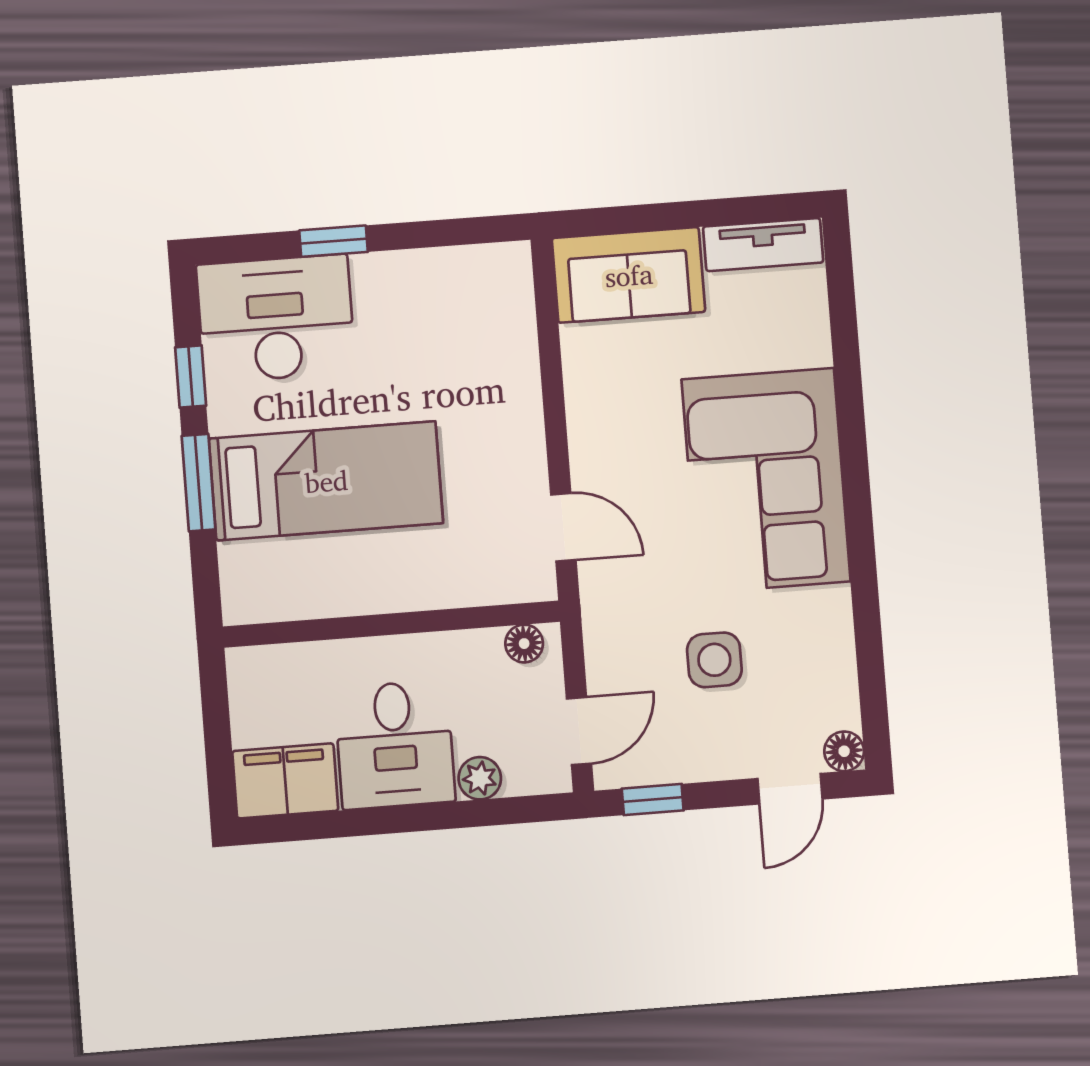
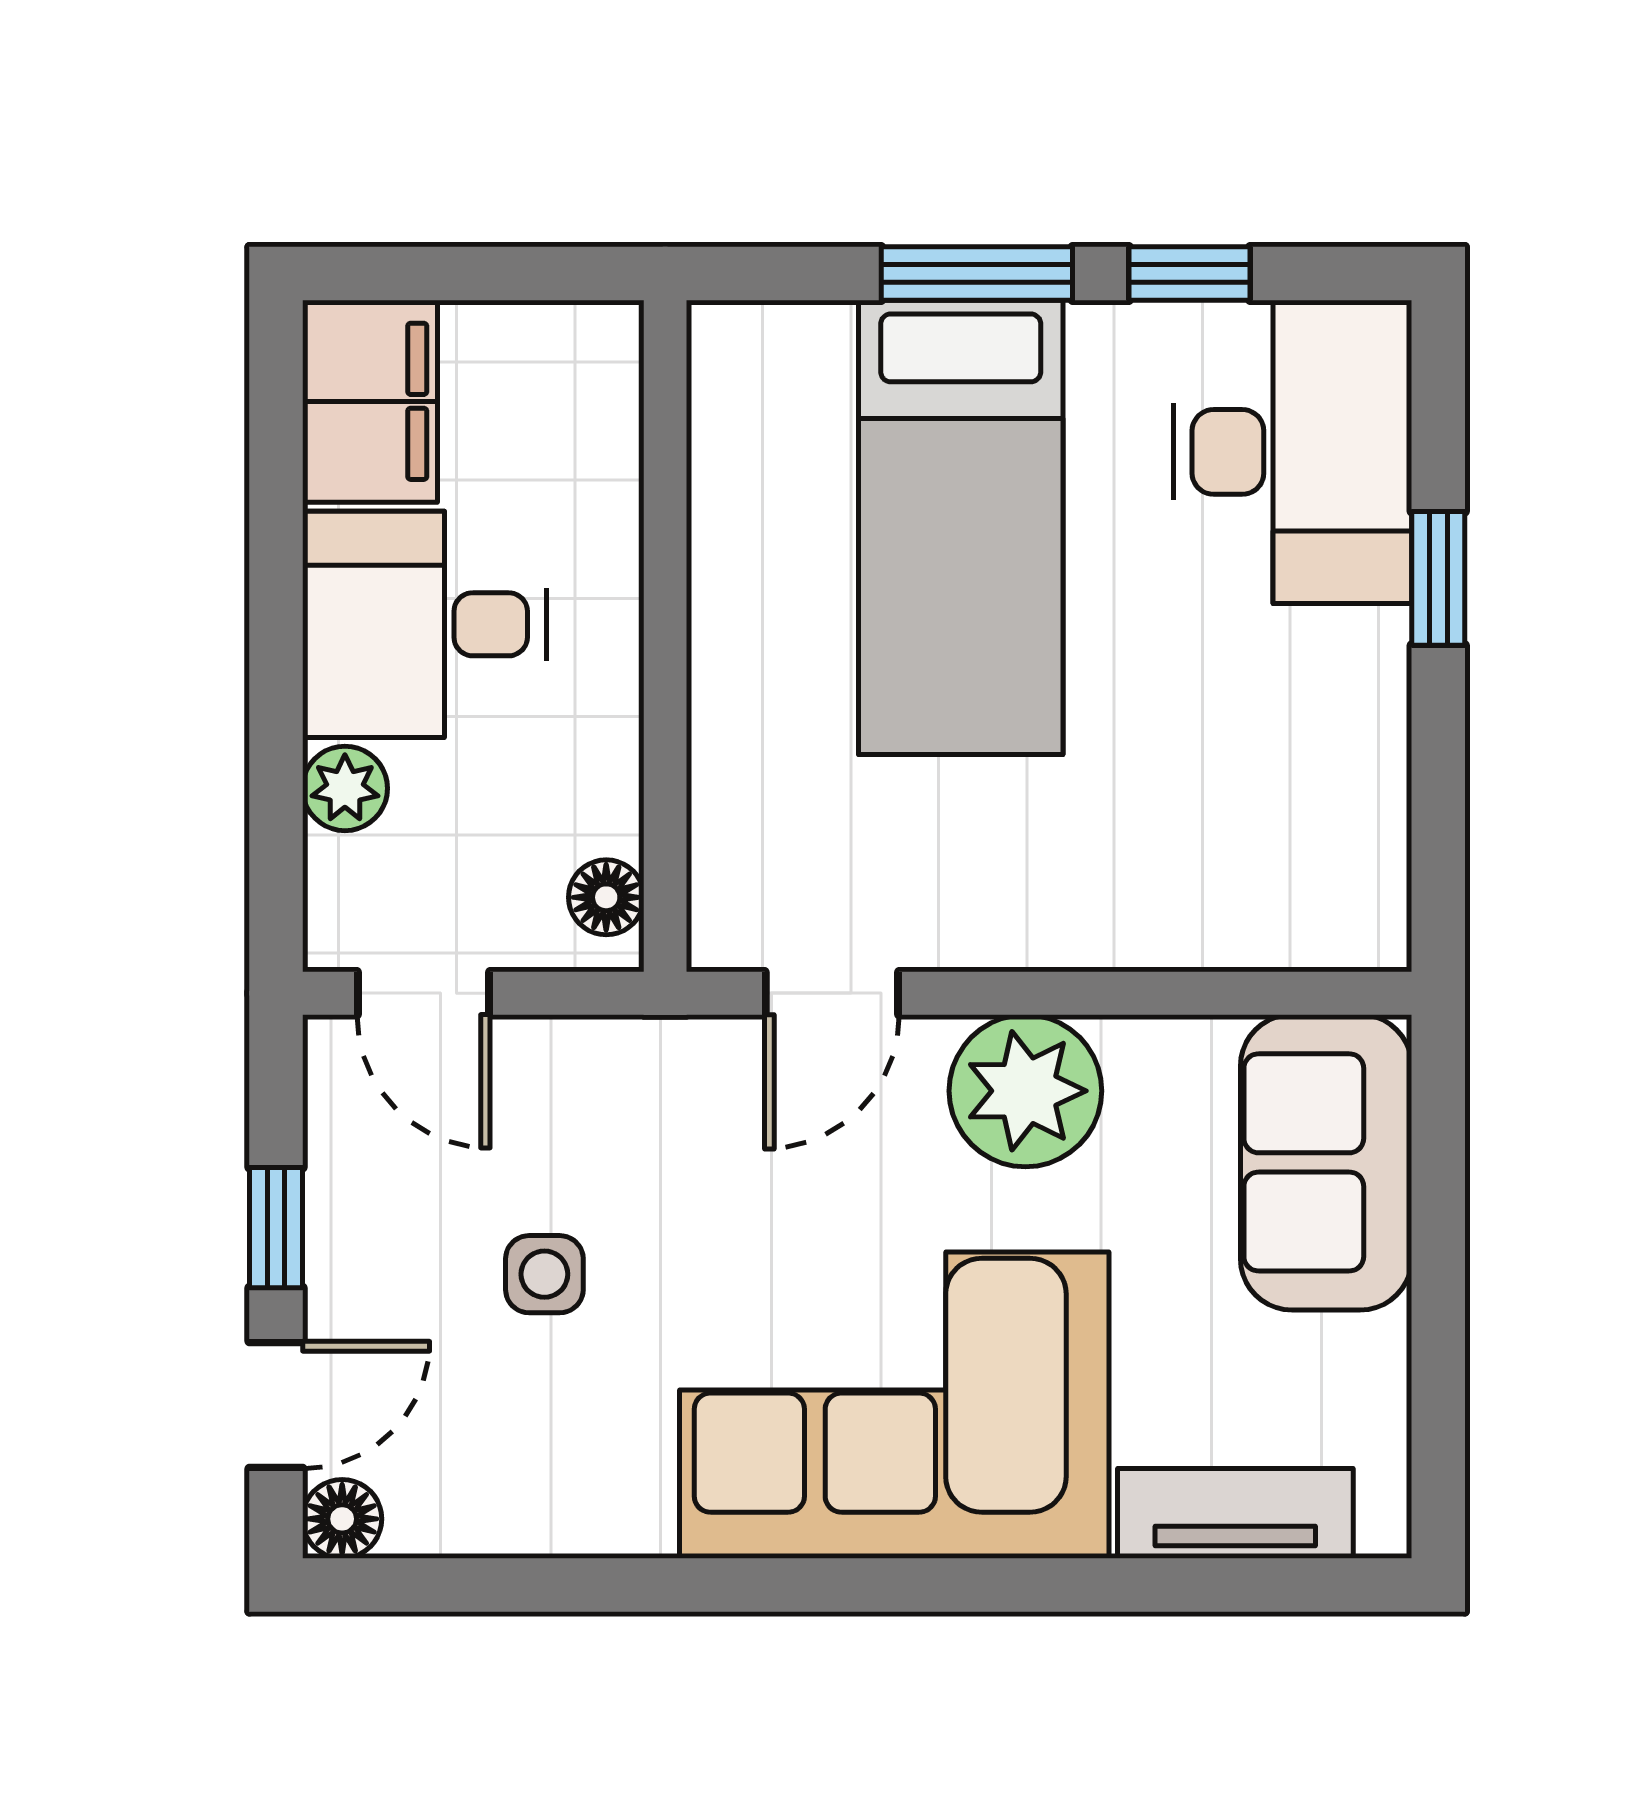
tv unit: (763, 245) -> (1235, 1513), moved, turned 90
plant: (604, 427) -> (1025, 1091), added
side table: (714, 660) -> (544, 1274), width x0.73, depth x0.73
door: (790, 789) -> (276, 1405), swing flipped
window: (653, 799) -> (276, 1228), moved

